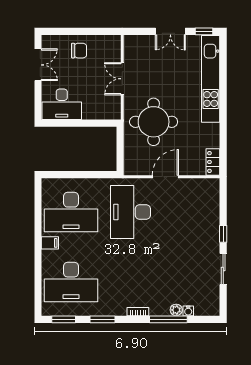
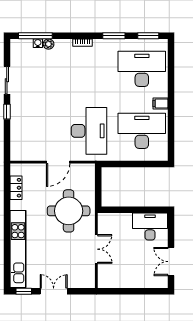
chair: (79, 51) -> (135, 274), removed
locker: (213, 162) -> (16, 188), moved
window: (168, 319) -> (35, 36), moved

